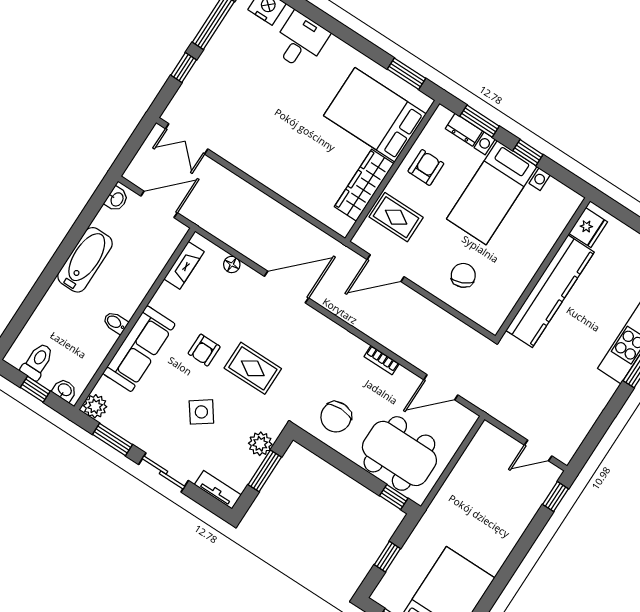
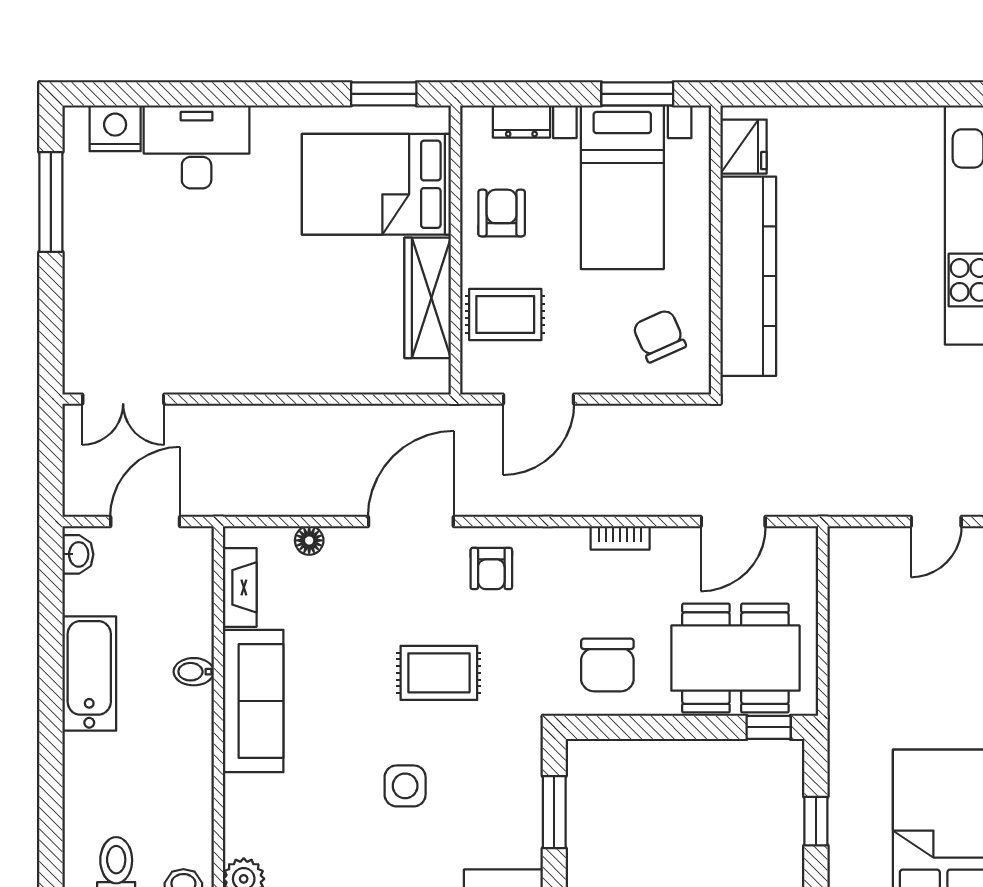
desk: (300, 41) -> (197, 147), width x1.37
window: (184, 68) -> (51, 297), removed
window: (480, 121) -> (536, 94), removed
window: (528, 153) -> (637, 94), width x1.50
fridge: (588, 228) -> (744, 147), moved
wall: (543, 268) -> (716, 250), moved
kitchen counter: (550, 291) -> (748, 276), moved
bidet: (115, 323) -> (194, 672), moved
sofa: (139, 349) -> (253, 701), moved
armchair: (204, 350) -> (491, 569), moved
side table: (201, 412) -> (405, 786), turned 36
plant: (260, 444) -> (522, 777), removed

